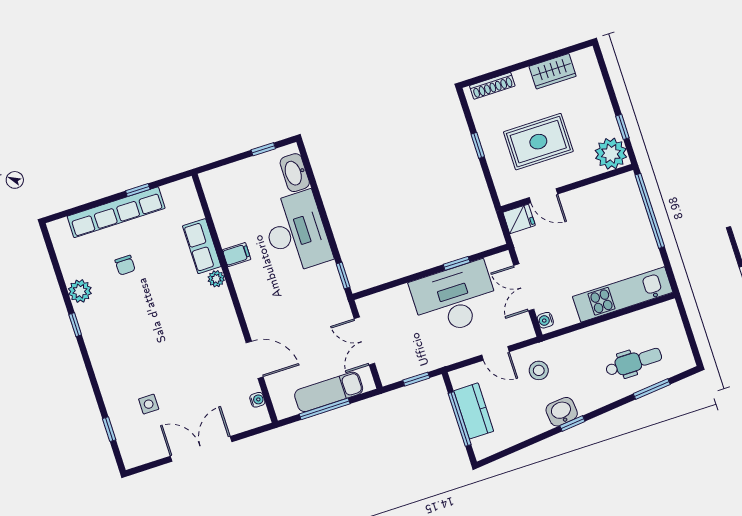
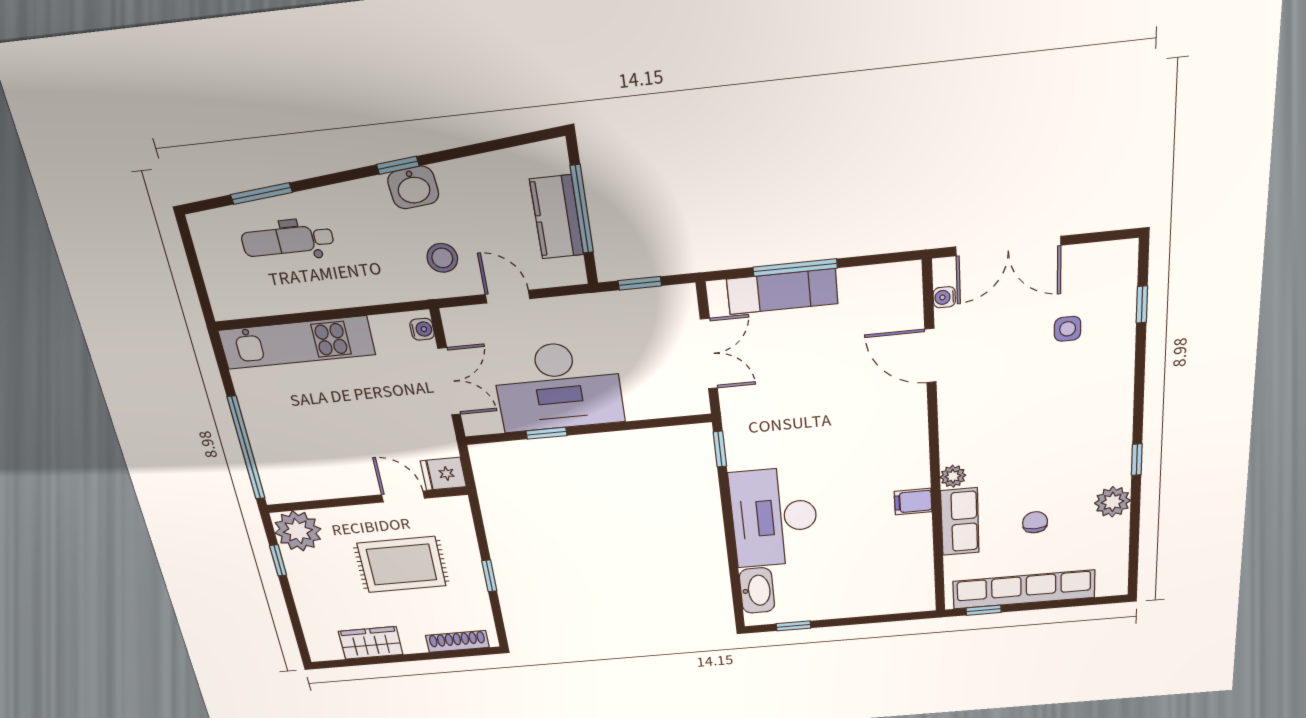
row of seats: (202, 246) -> (960, 522), moved
filing cabinet: (237, 255) -> (913, 502), moved
plant: (216, 279) -> (953, 476), moved
wall: (235, 298) -> (934, 445), moved
door: (255, 360) -> (930, 356), moved
water cooler: (257, 400) -> (944, 297), moved

